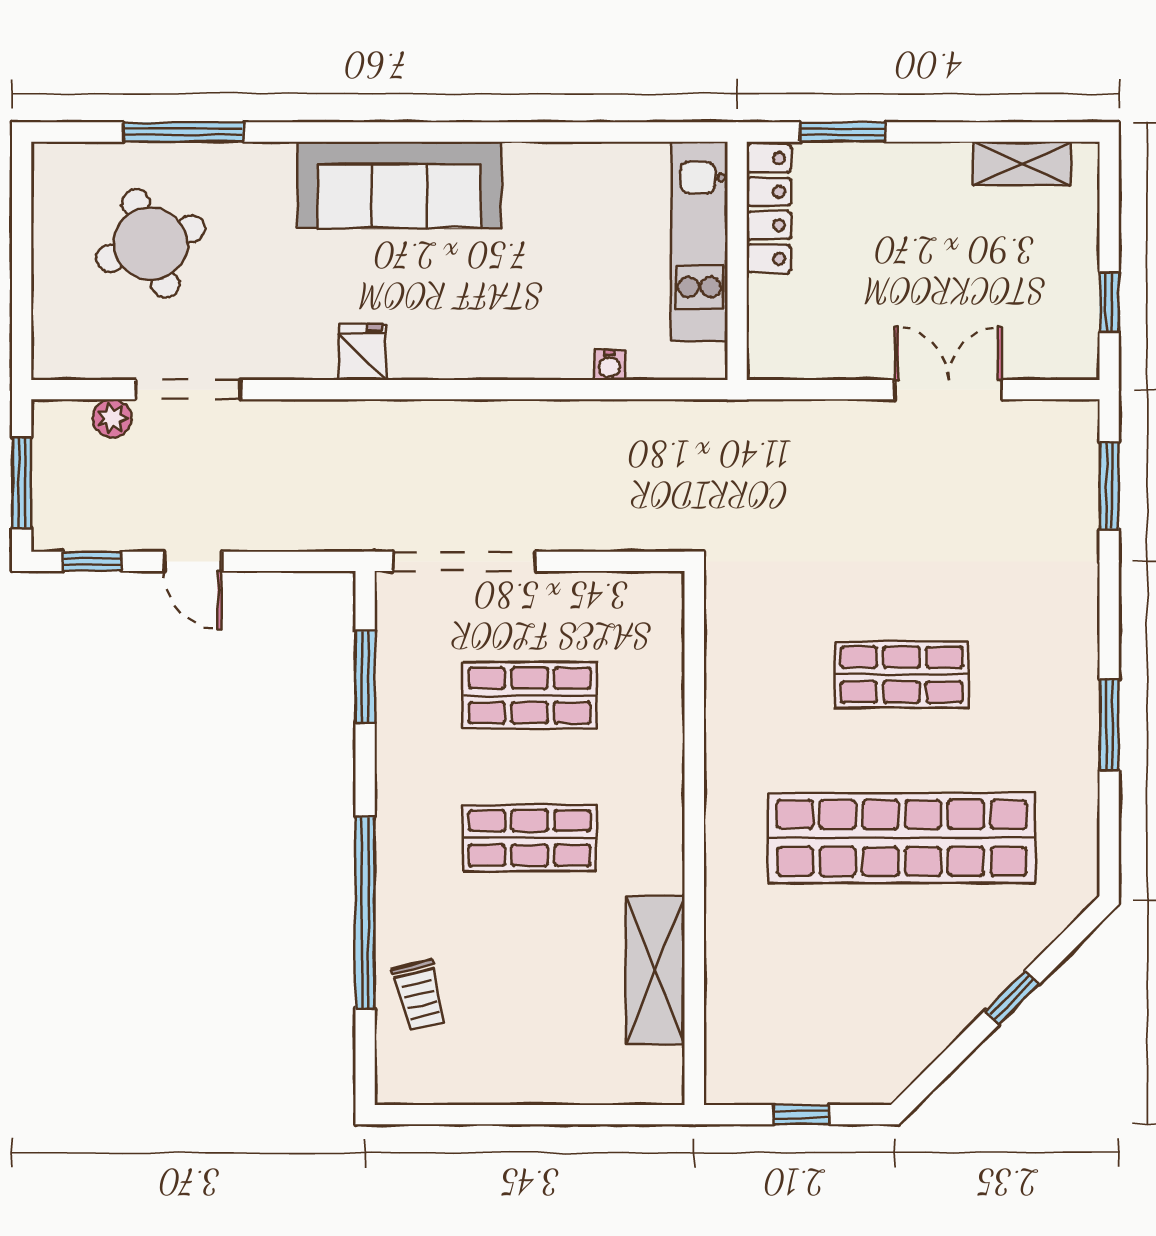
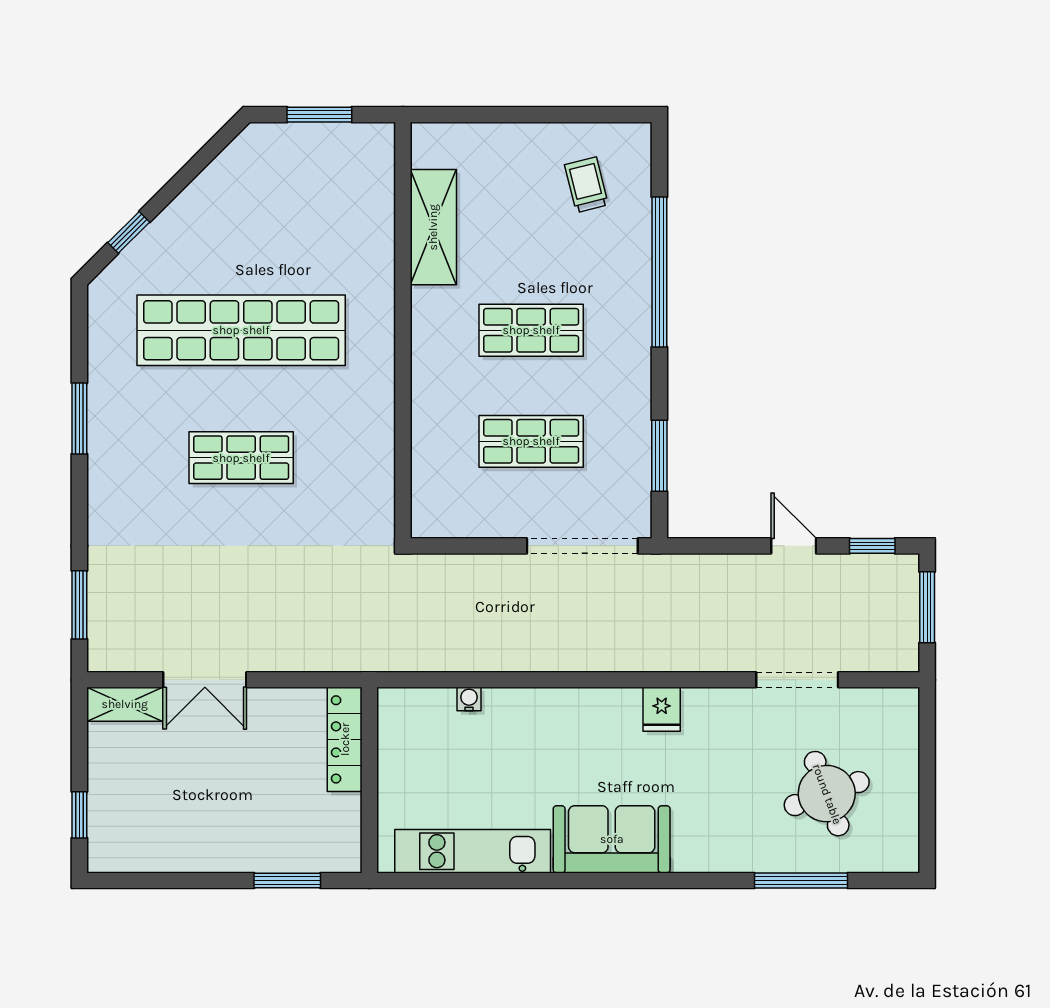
shelving: (1022, 163) -> (125, 704), moved
sofa: (399, 185) -> (612, 839), width x0.73
locker: (769, 209) -> (345, 739), moved
kitchen unit: (700, 241) -> (473, 851), moved, turned -90
window: (1109, 302) -> (79, 815), moved
plant: (112, 418) -> (856, 657), removed
trolley: (420, 995) -> (586, 185), moved
window: (1012, 997) -> (129, 232), moved
window: (801, 1115) -> (319, 115), width x1.50

